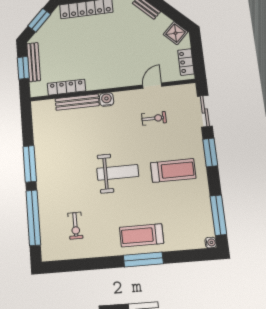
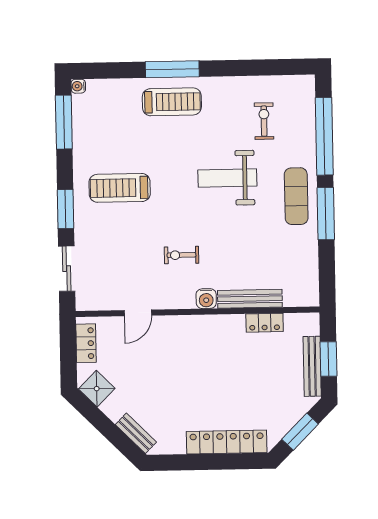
locker: (66, 87) -> (265, 323), width x0.66
exercise bike: (154, 118) -> (181, 255), moved
weight bench: (118, 172) -> (227, 178), moved
exercise mat: (50, 174) -> (296, 196), added

